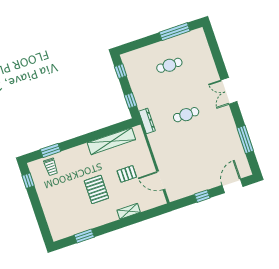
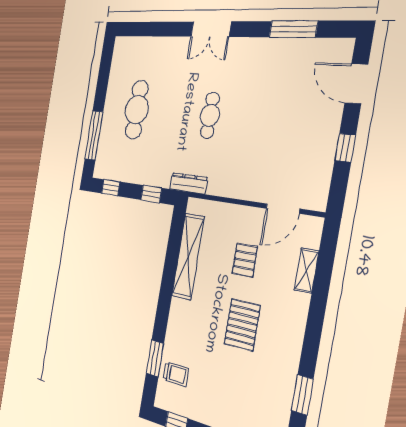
window: (175, 32) -> (94, 135), moved
cafe table: (169, 65) -> (137, 110), width x1.37, depth x1.35
pallet: (96, 189) -> (242, 325), turned 90
shelving: (129, 211) -> (306, 271), moved

